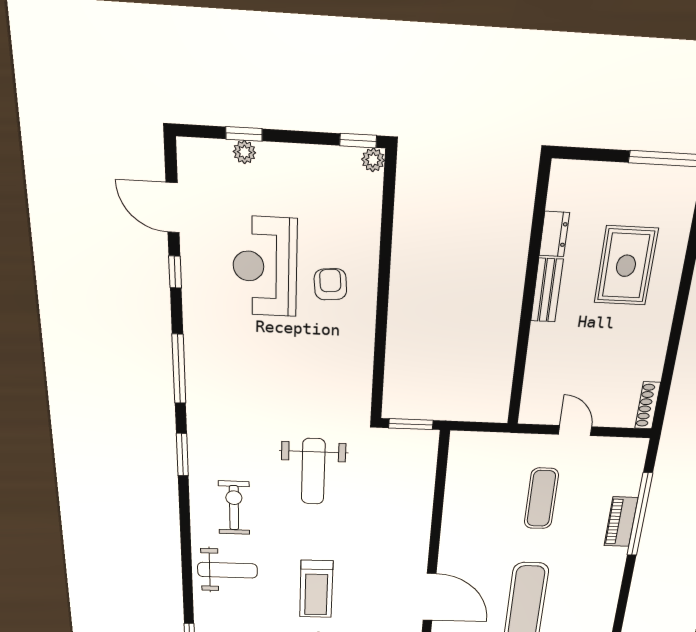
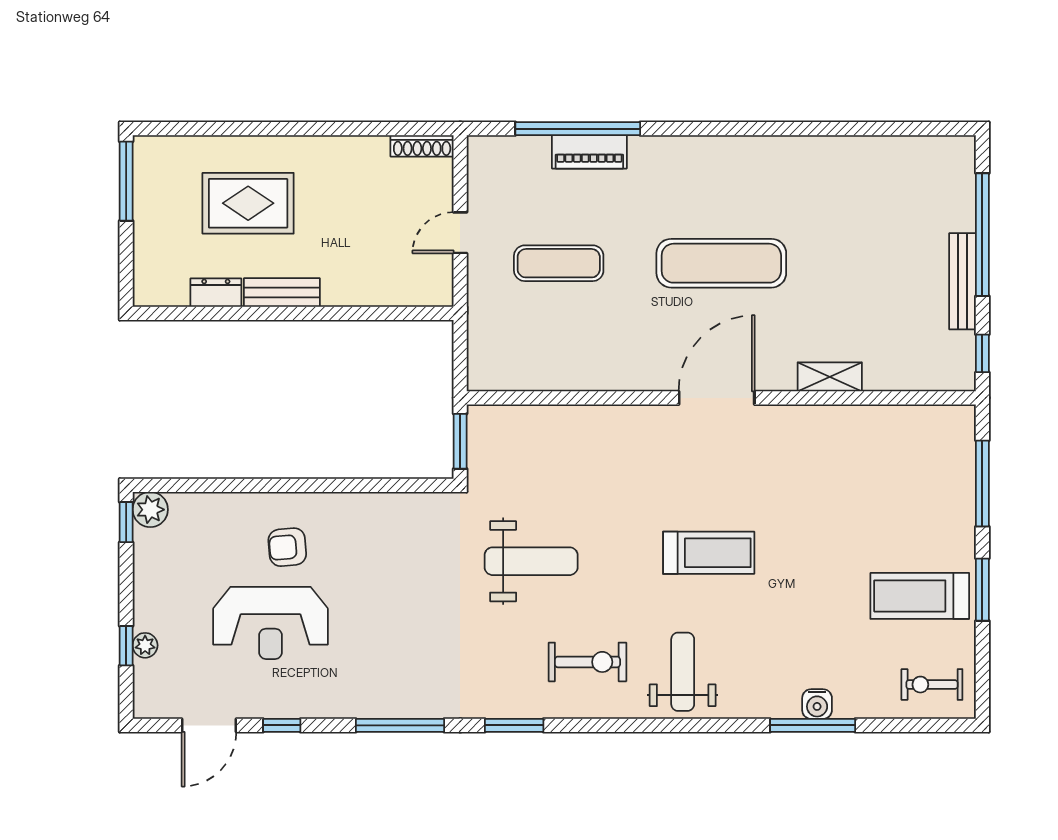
plant: (373, 160) -> (150, 510), width x1.38, depth x1.38
exercise bike: (234, 508) -> (587, 662), turned 180

